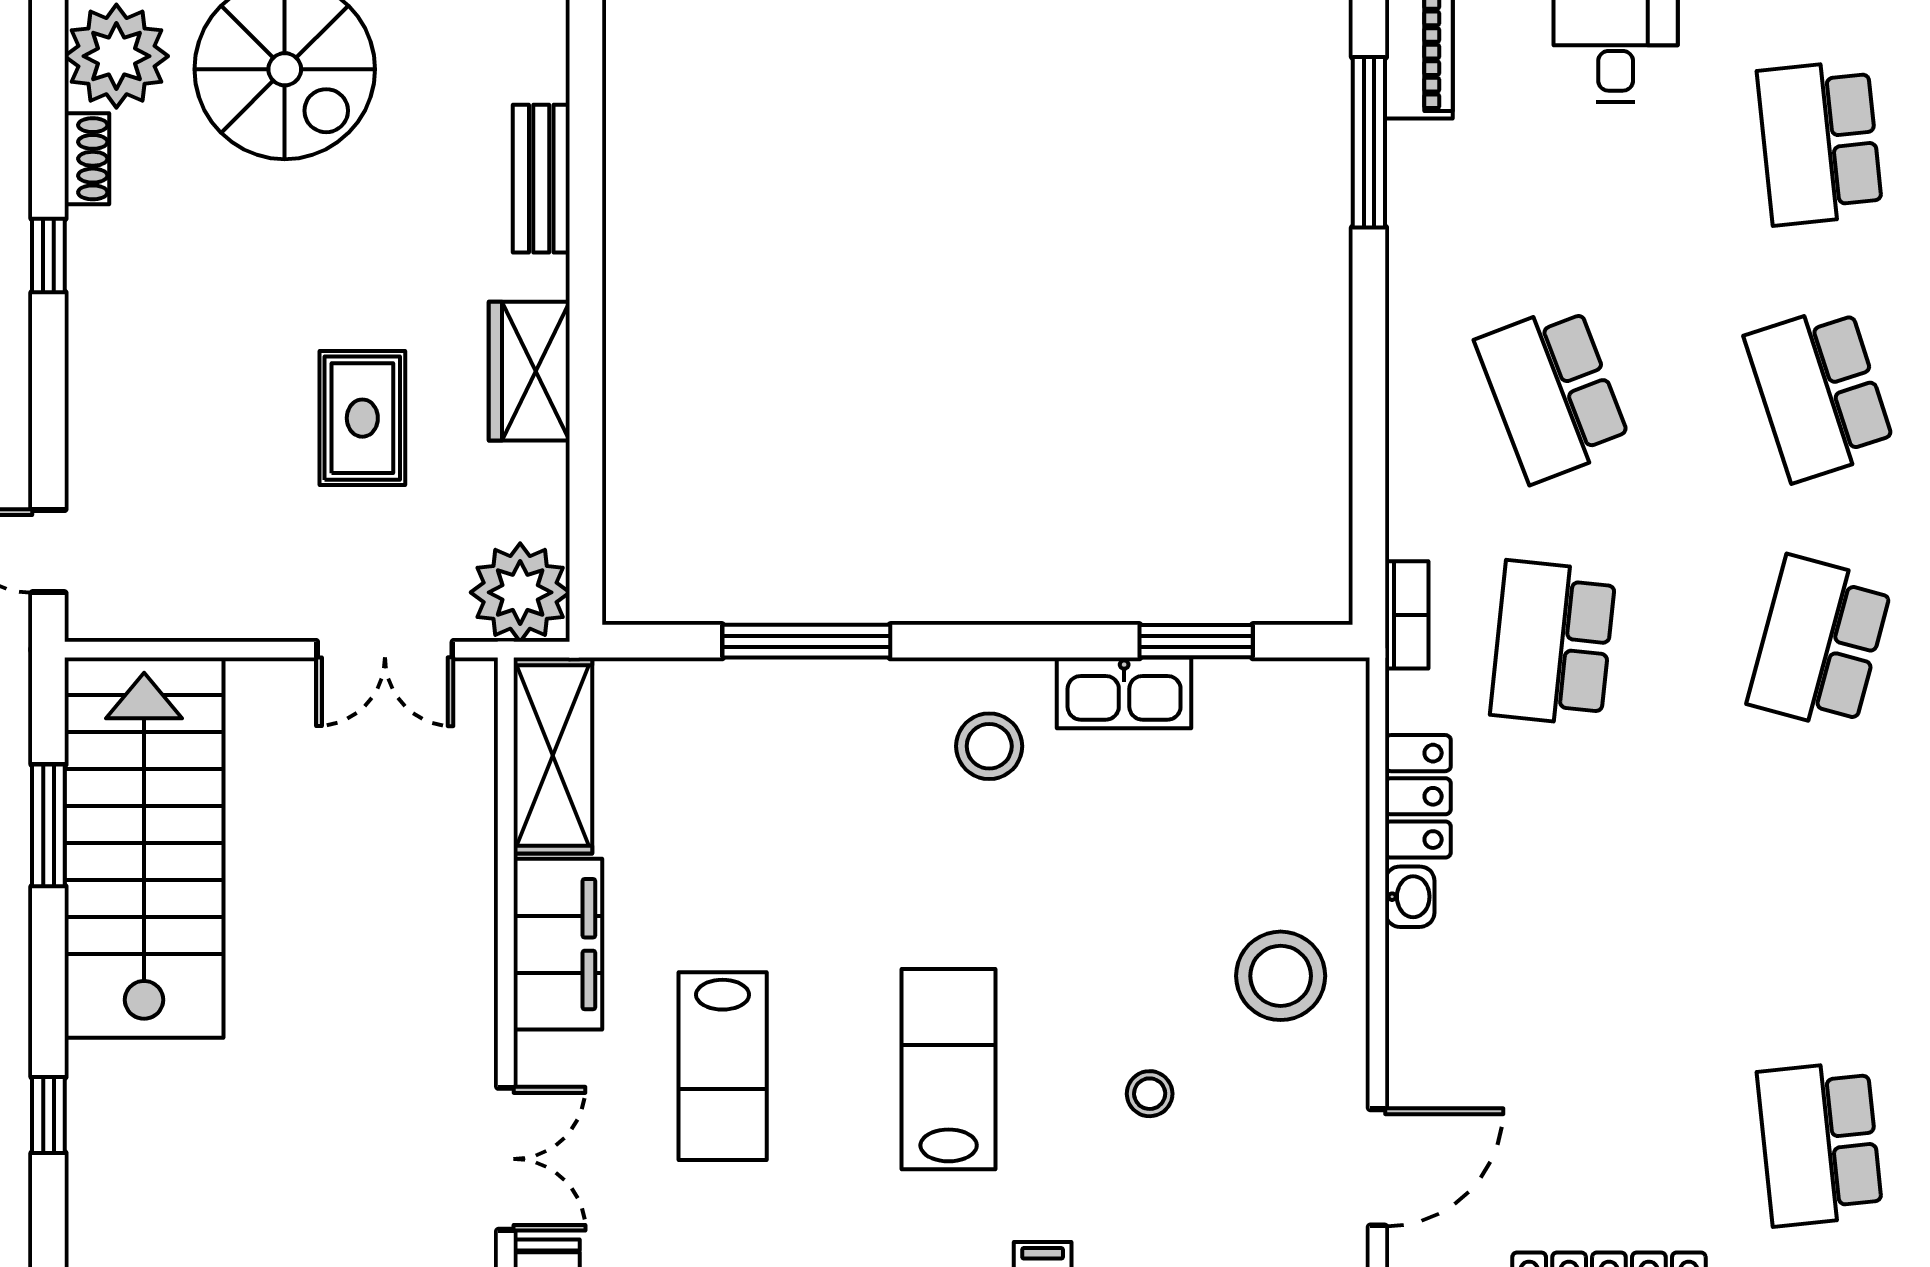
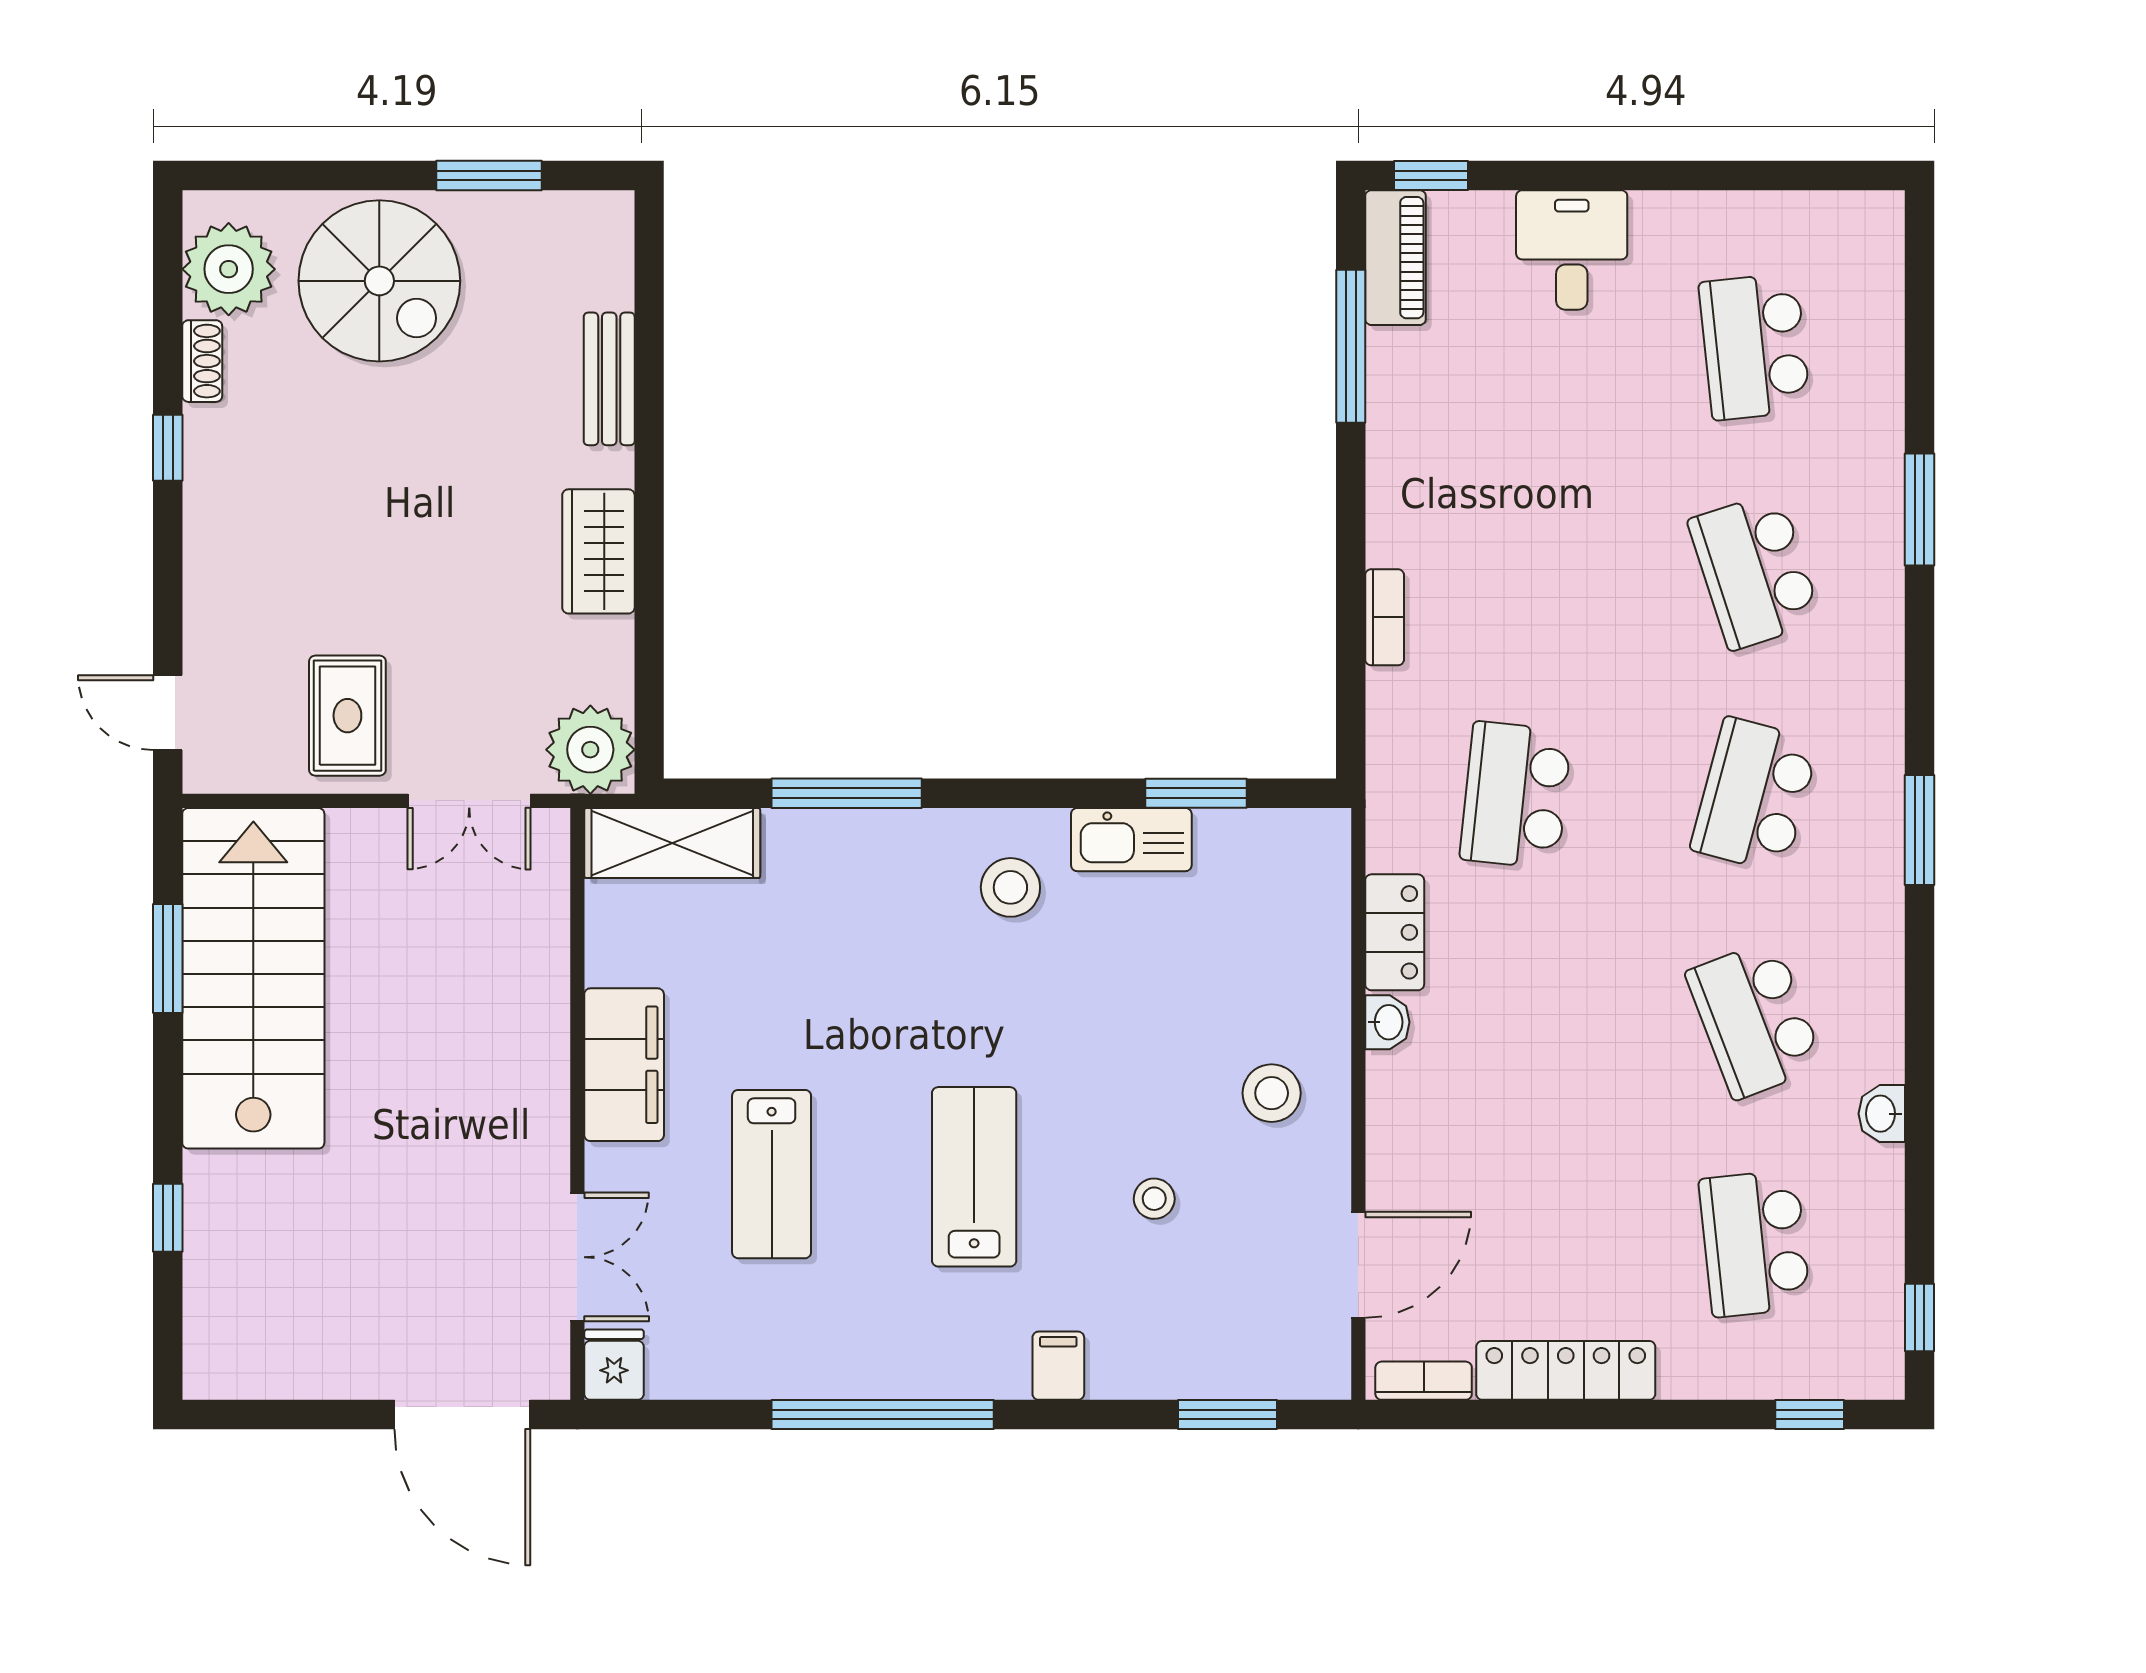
school desk: (1553, 393) -> (1755, 1019), moved
rug: (362, 418) -> (347, 716), moved
bookcase: (1407, 615) -> (1385, 617), moved
shelving: (553, 755) -> (672, 843), moved, turned 90
stool: (1281, 976) -> (1272, 1093), width x0.73, depth x0.73

